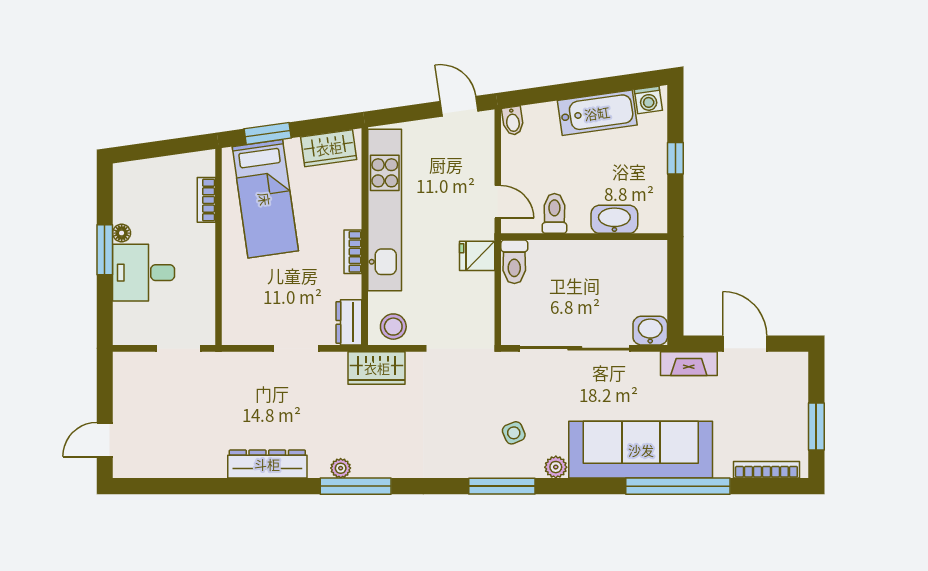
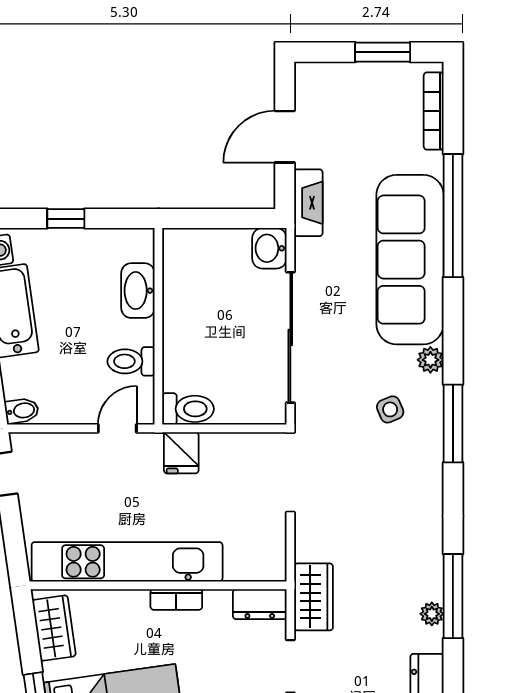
stool: (393, 327) -> (265, 552), removed
wardrobe: (377, 368) -> (314, 597), moved

